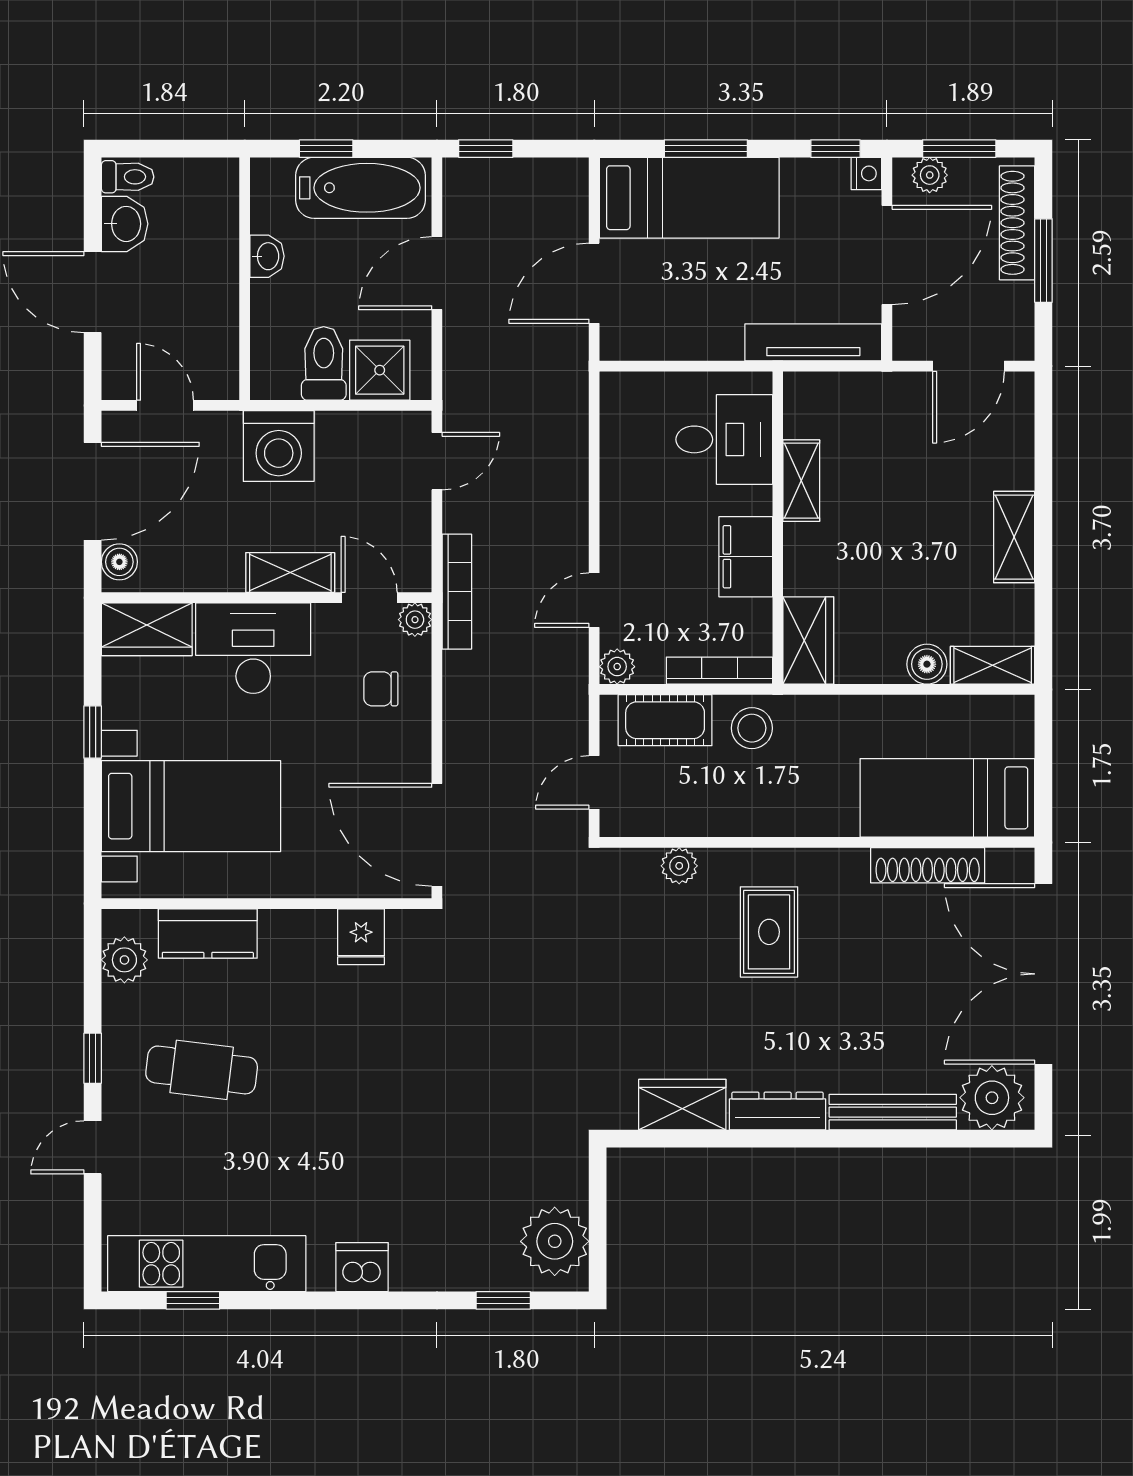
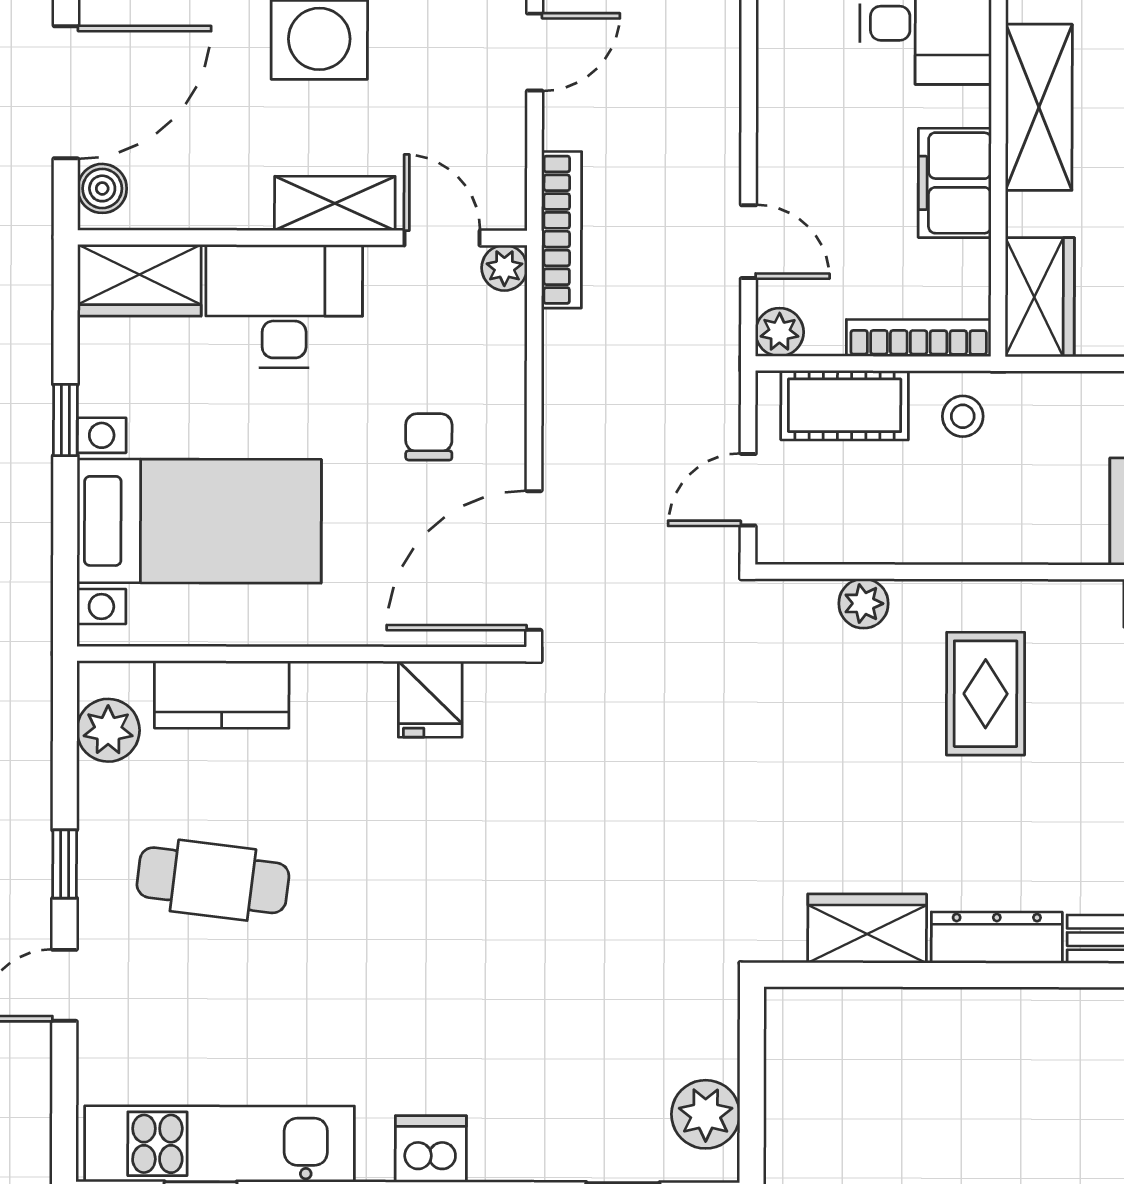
shelving: (801, 481) -> (1039, 107), width x1.50, depth x1.33
door: (594, 600) -> (748, 242), swing flipped
chair: (381, 689) -> (429, 437), moved, turned 90
stool: (752, 728) -> (963, 416), width x0.73, depth x0.73
door: (437, 835) -> (534, 561), hinge flipped
plant: (555, 1241) -> (706, 1114), width x0.73, depth x0.73

